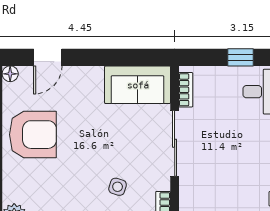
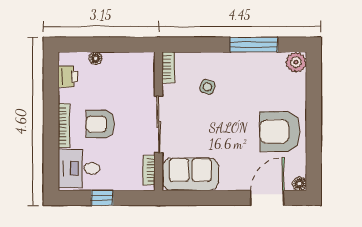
door: (48, 57) -> (267, 198), width x1.38
armchair: (243, 143) -> (100, 124), added

